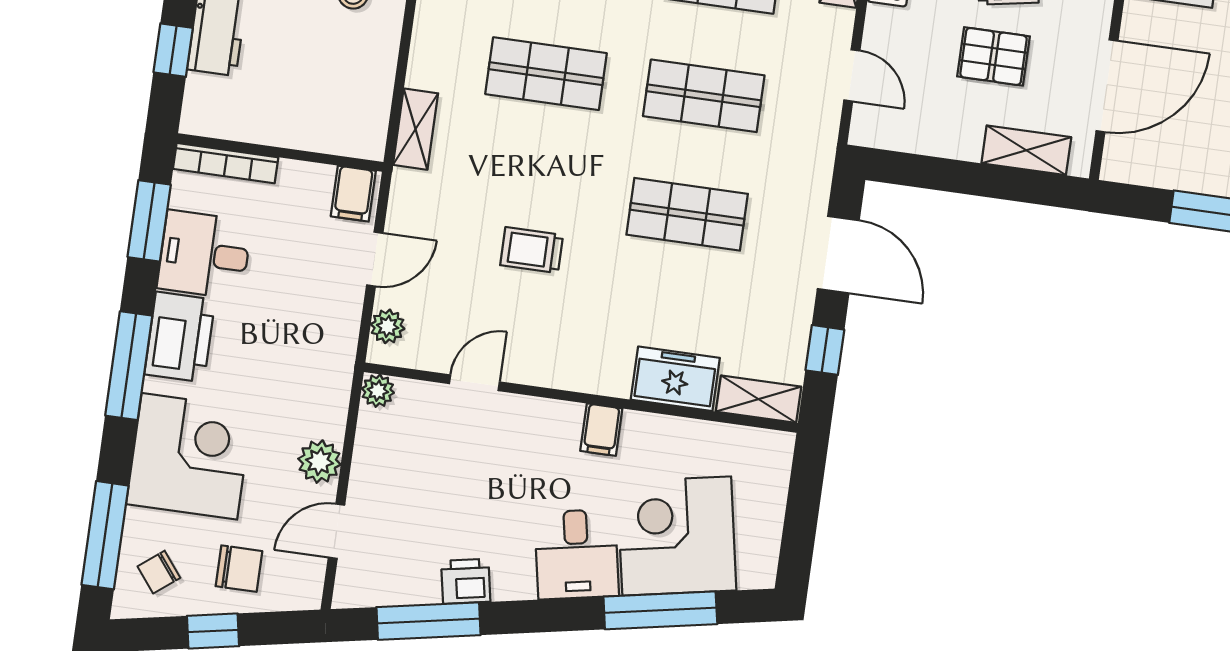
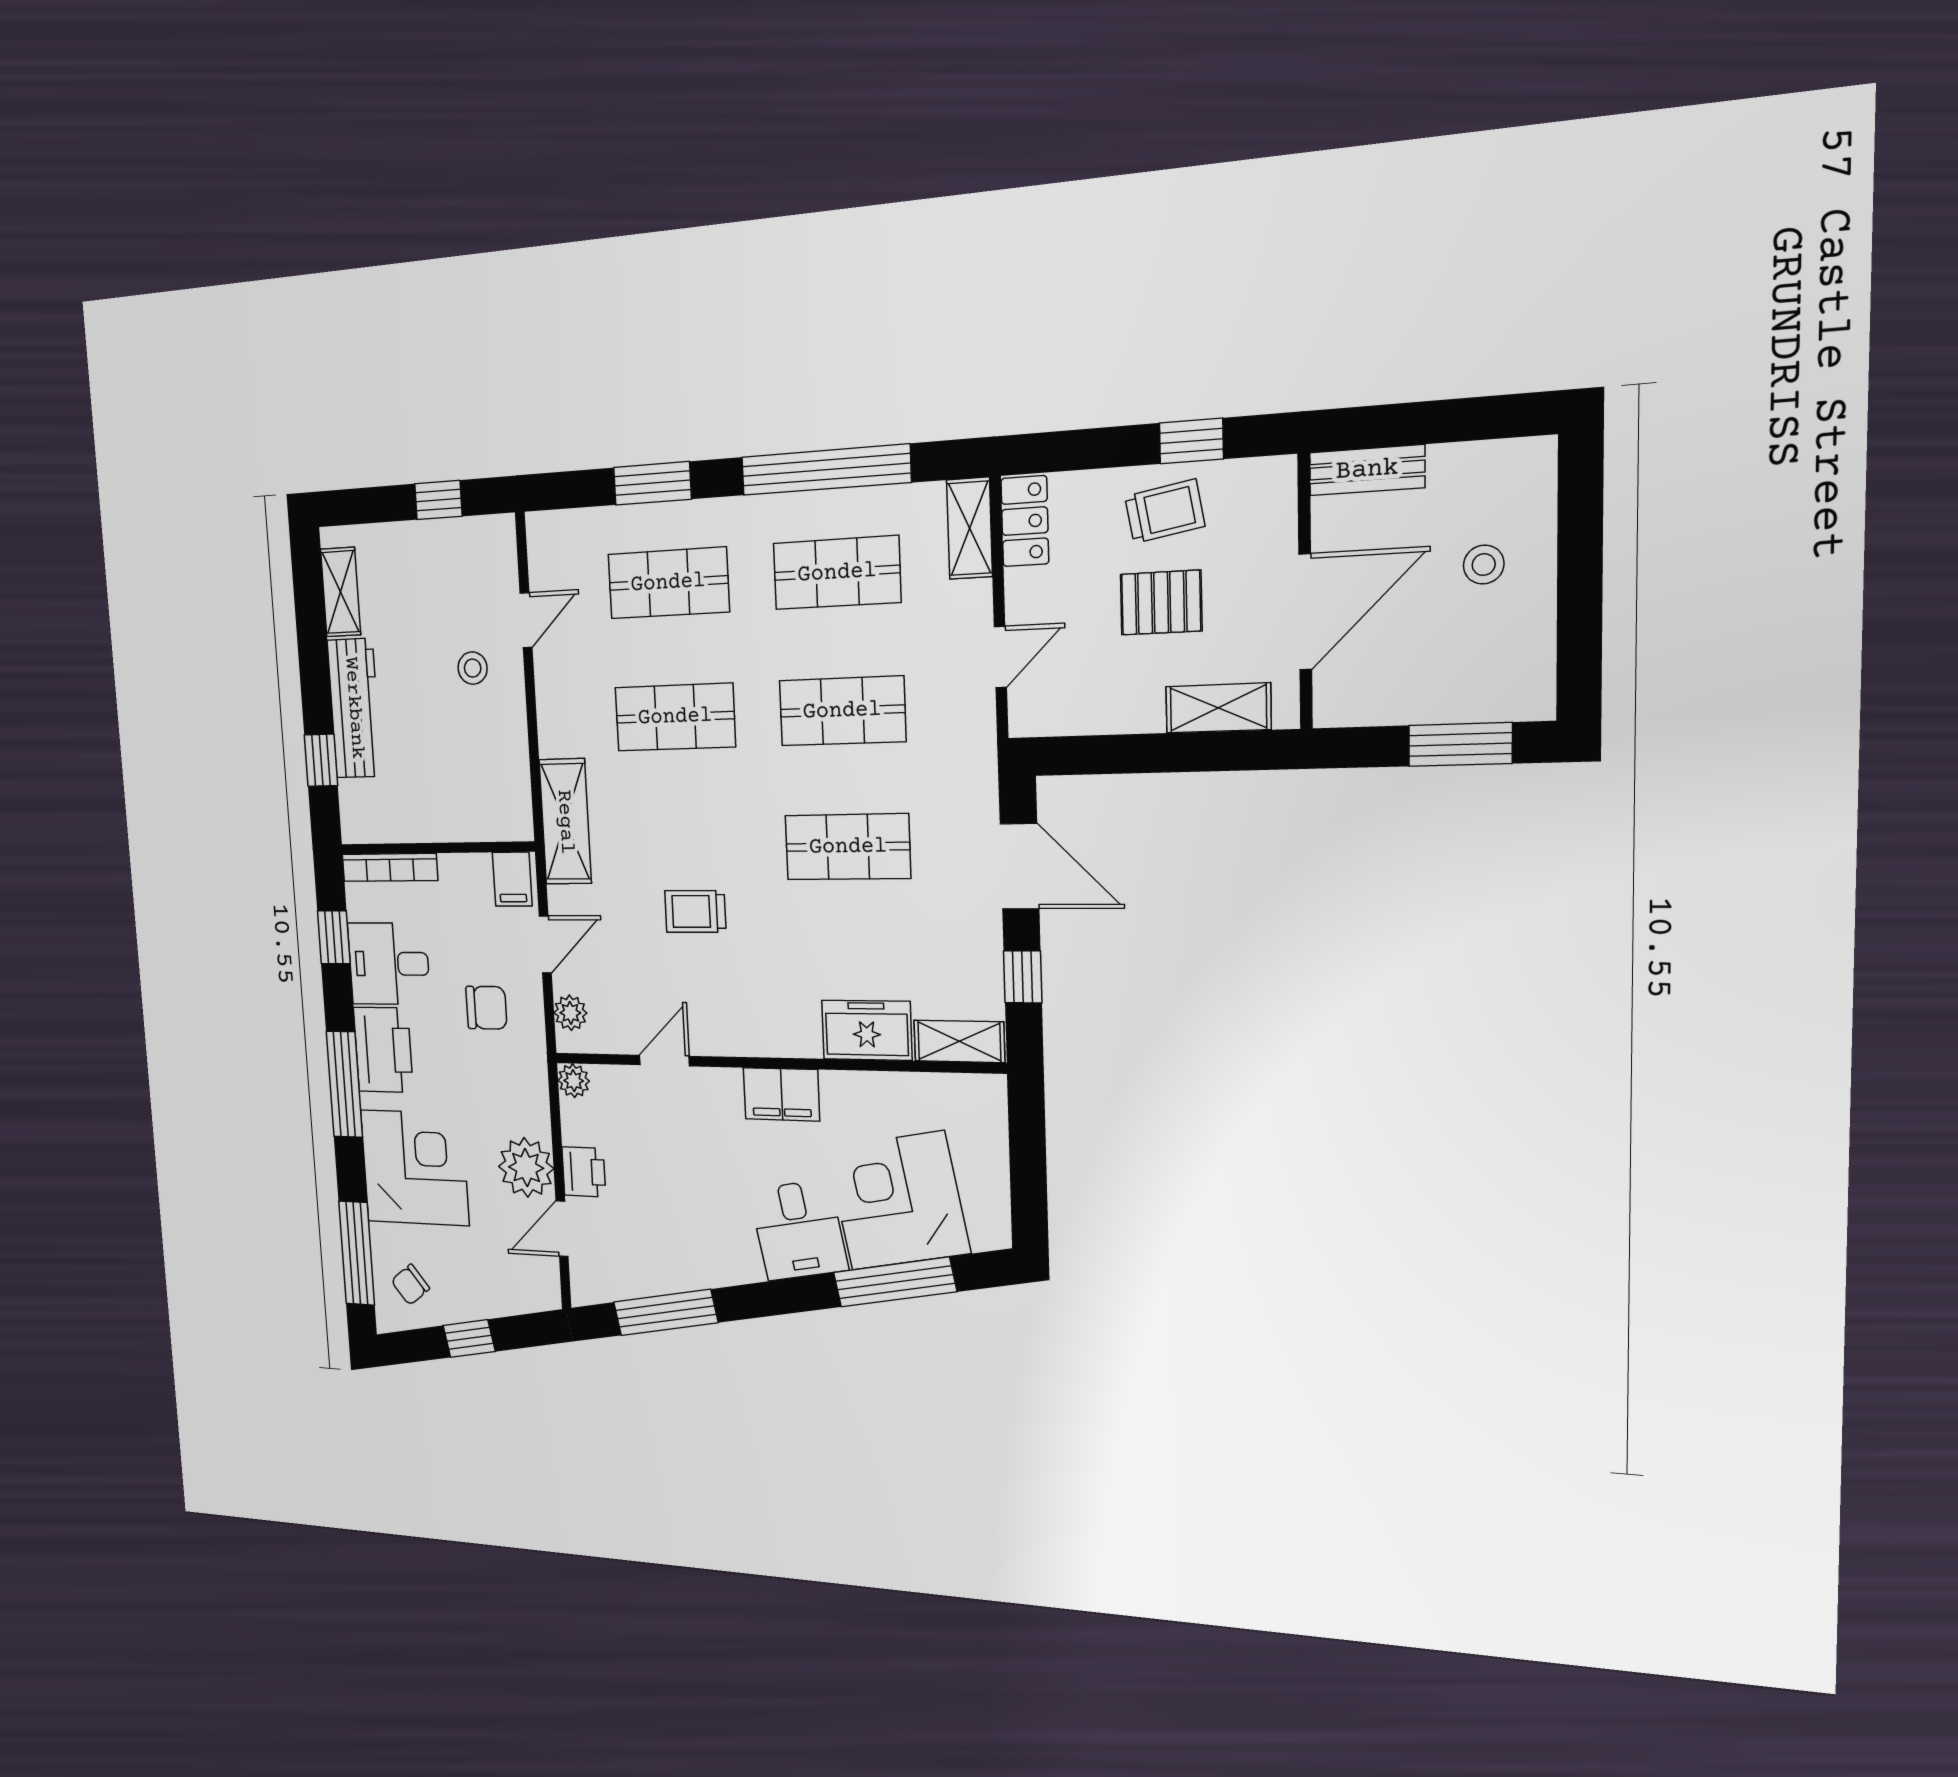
door: (852, 75) -> (1000, 657), hinge flipped
shelving: (416, 129) -> (565, 822), width x1.50, depth x1.33
window: (149, 221) -> (334, 937), width x0.67
filing cabinet: (601, 430) -> (781, 1094), width x2.00
plant: (320, 462) -> (526, 1168), width x1.36, depth x1.36
chair: (239, 569) -> (486, 1008), moved
printer: (466, 581) -> (584, 1172), moved, turned 101

